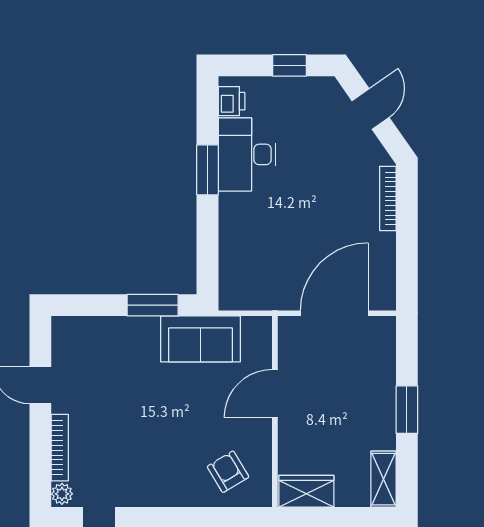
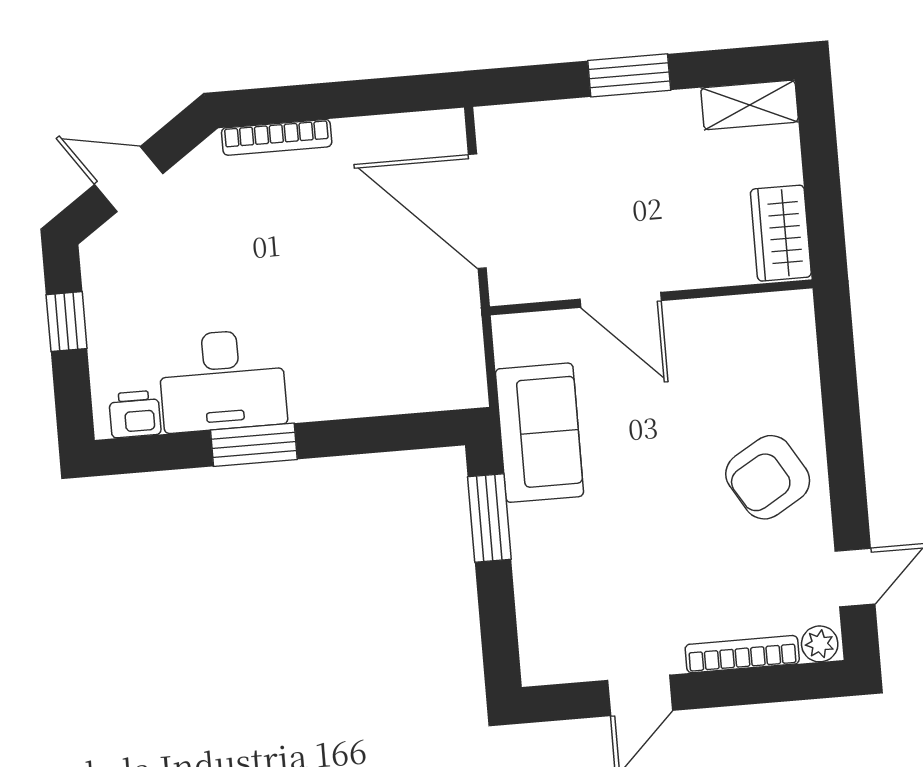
armchair: (228, 472) -> (768, 477), moved, width x1.38, depth x1.38

